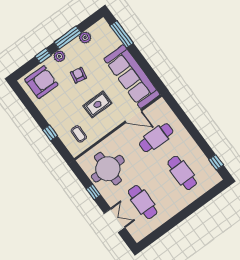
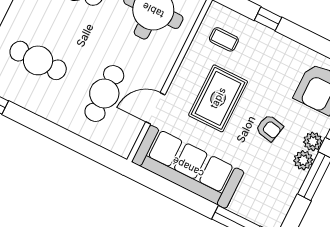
plant: (85, 38) -> (303, 160), moved
rug: (98, 105) -> (218, 98), width x1.36, depth x1.43

